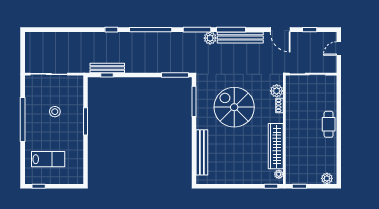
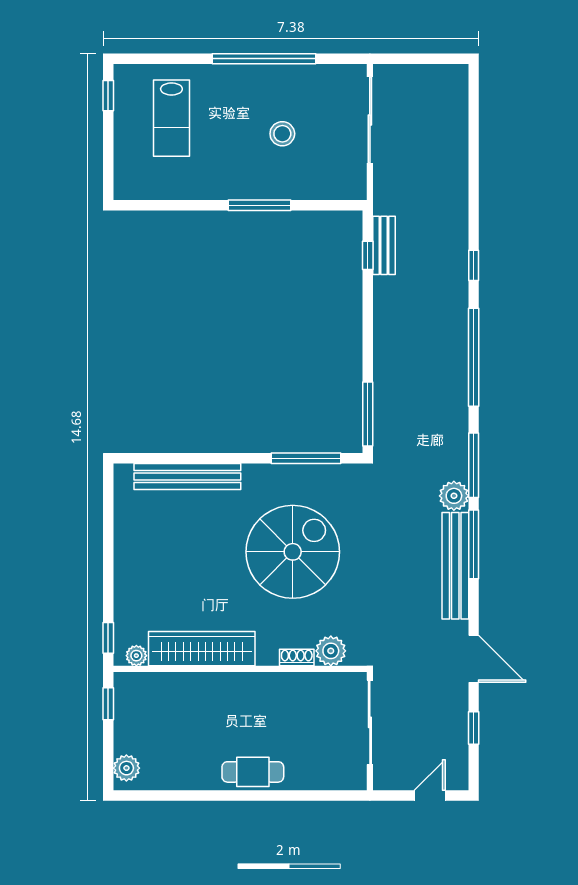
door: (280, 30) -> (474, 659), swing flipped
door: (339, 48) -> (430, 796), hinge flipped
bench: (107, 68) -> (384, 245), width x0.73

